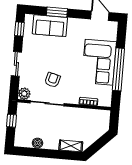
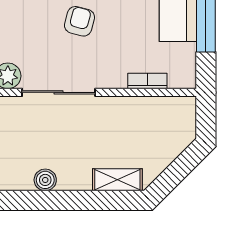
armchair: (53, 80) -> (79, 21), moved

